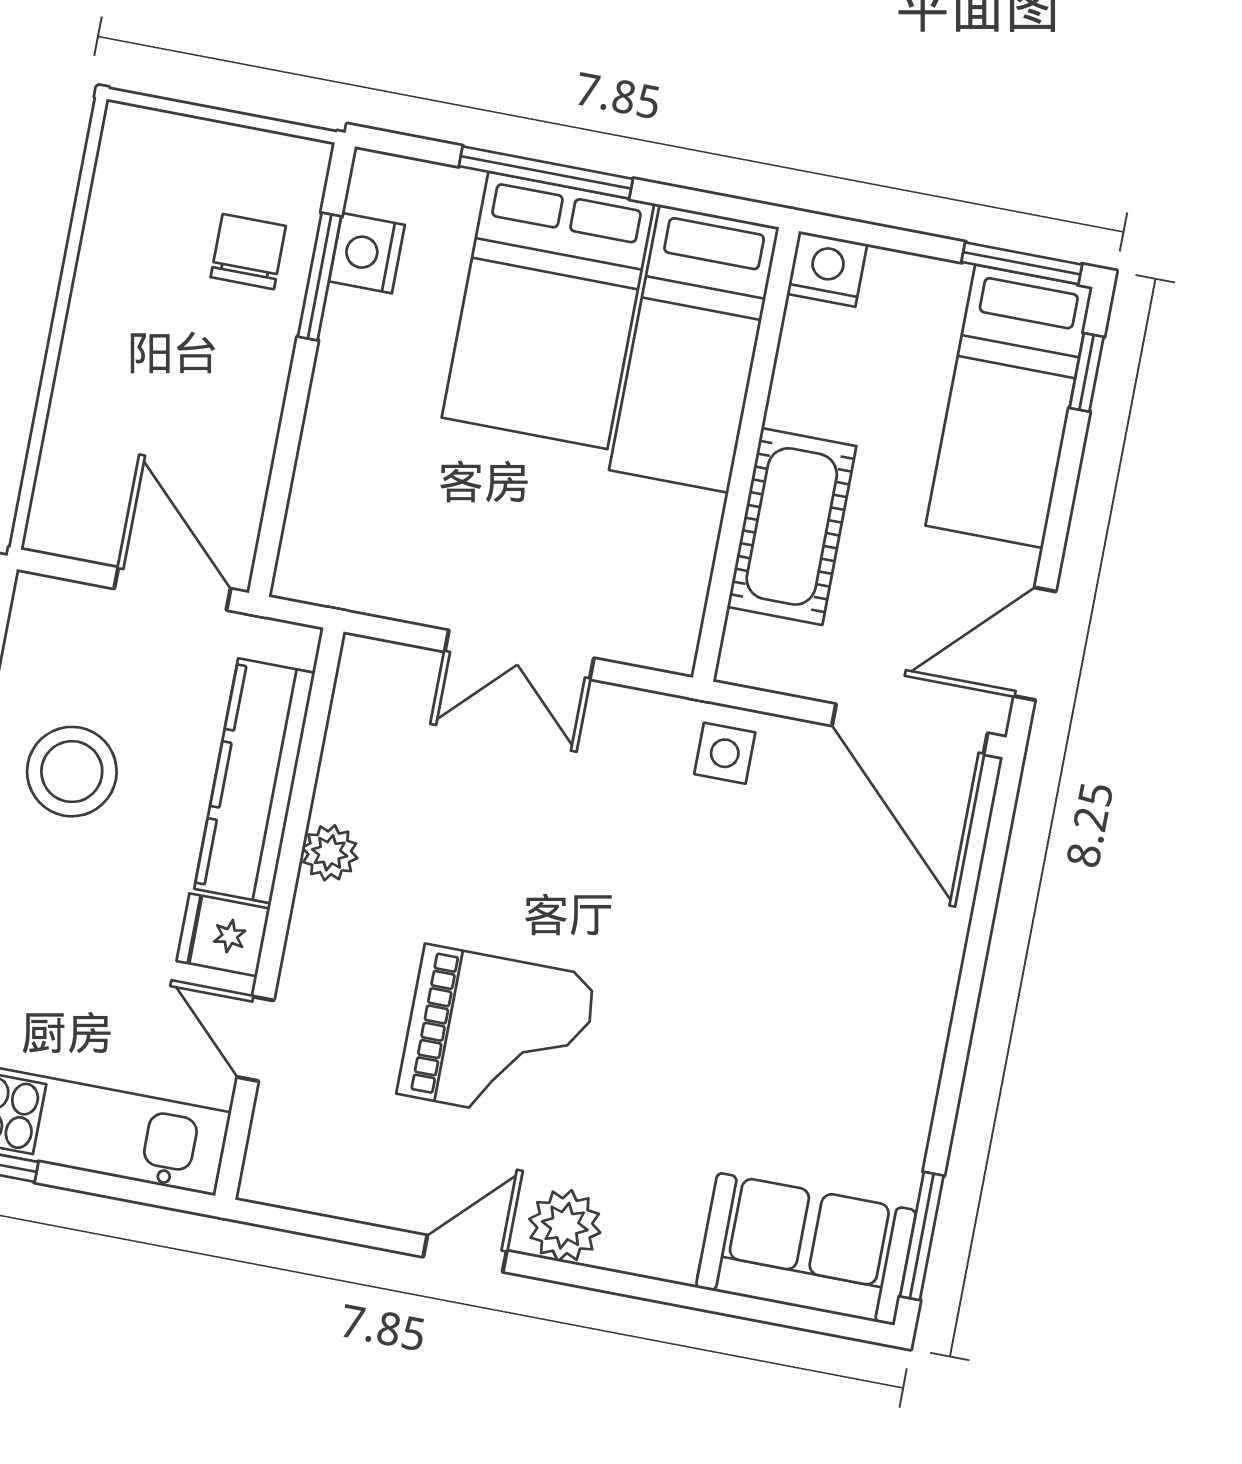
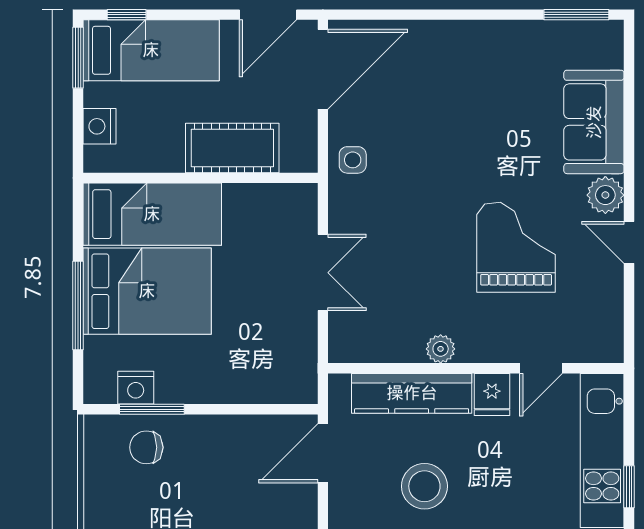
nightstand: (827, 269) -> (100, 126), moved
door: (1035, 644) -> (268, 15), hinge flipped
sofa: (806, 1249) -> (594, 122), moved

